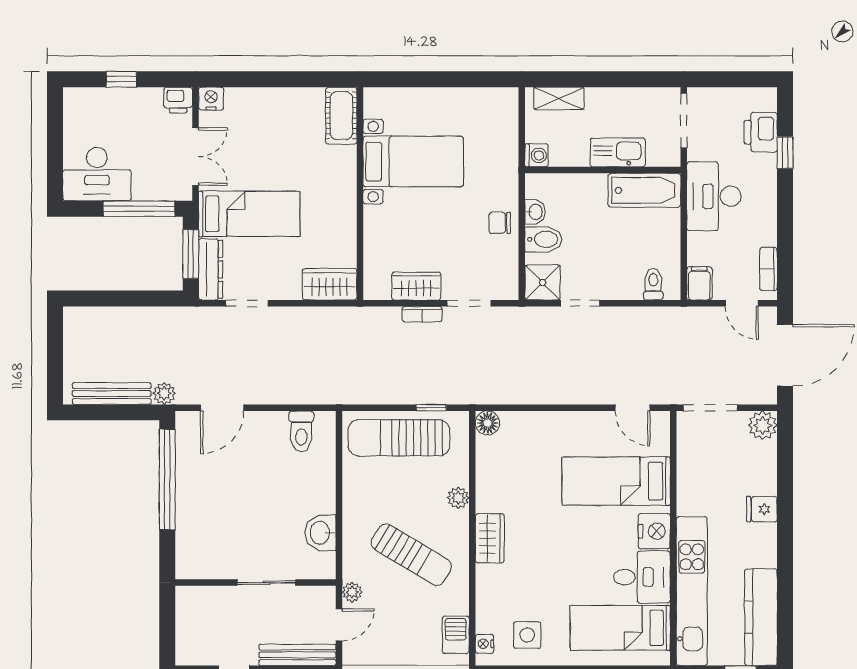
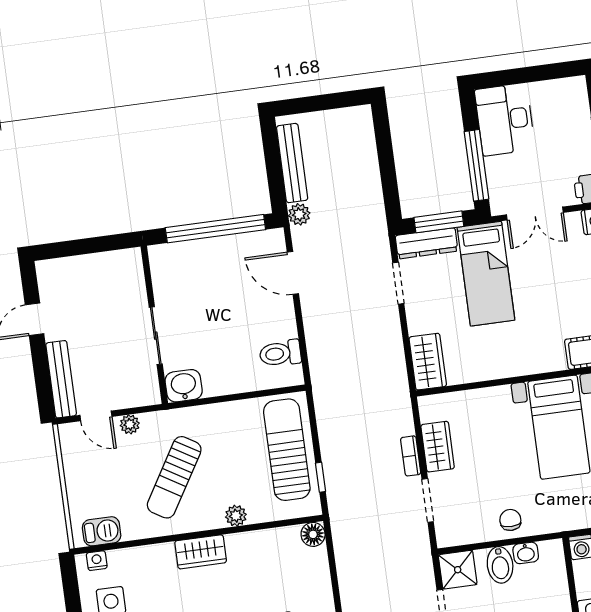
wall: (256, 583) -> (154, 325), moved
sliding door: (267, 583) -> (156, 336), moved

